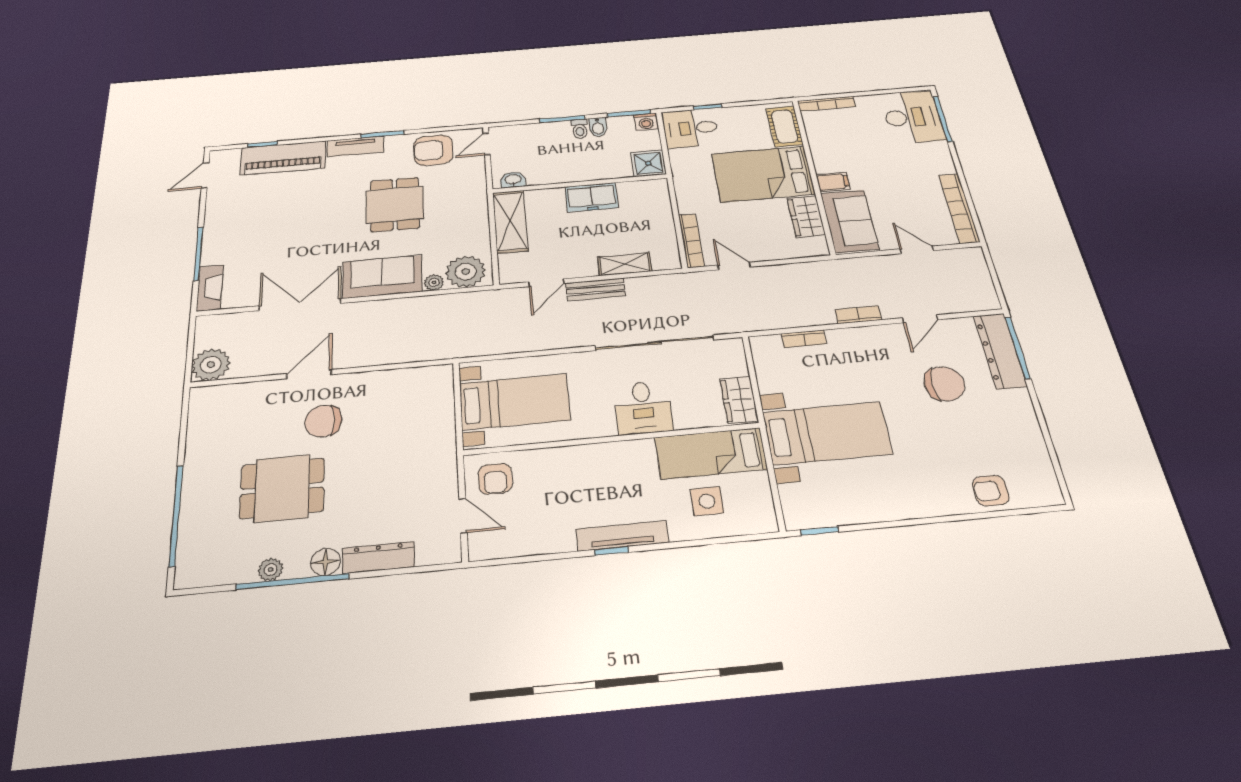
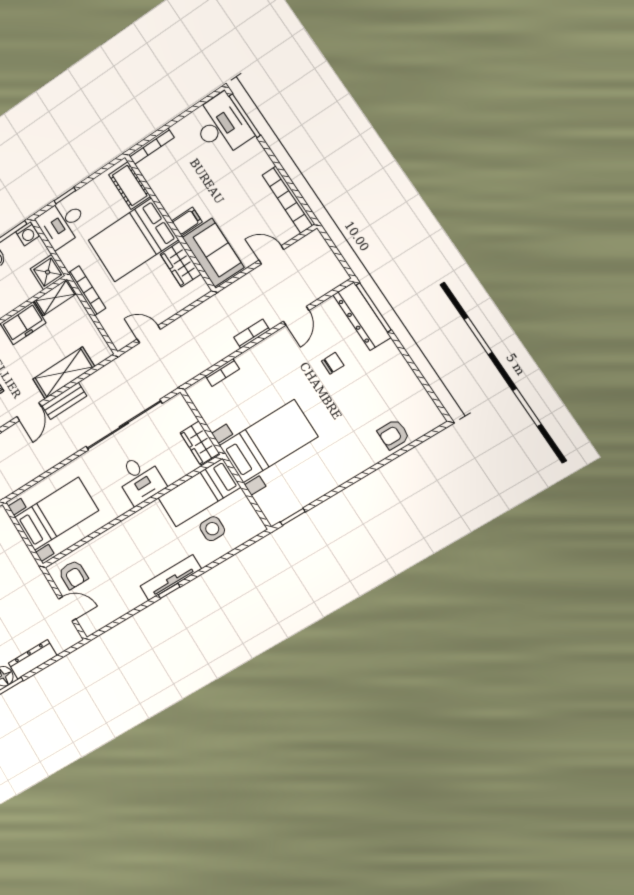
shelving: (643, 189) -> (55, 297), added
bookcase: (691, 241) -> (87, 291), moved
shelving: (625, 264) -> (64, 373), width x1.50, depth x1.33
chair: (944, 384) -> (333, 363), width x0.54, depth x0.54

